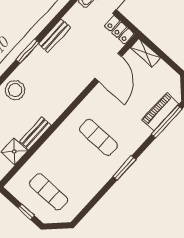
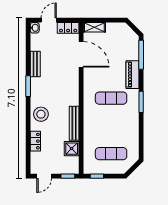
piano: (160, 112) -> (132, 75), moved
bench: (35, 133) -> (74, 123), width x1.36
window: (26, 212) -> (97, 176), moved

